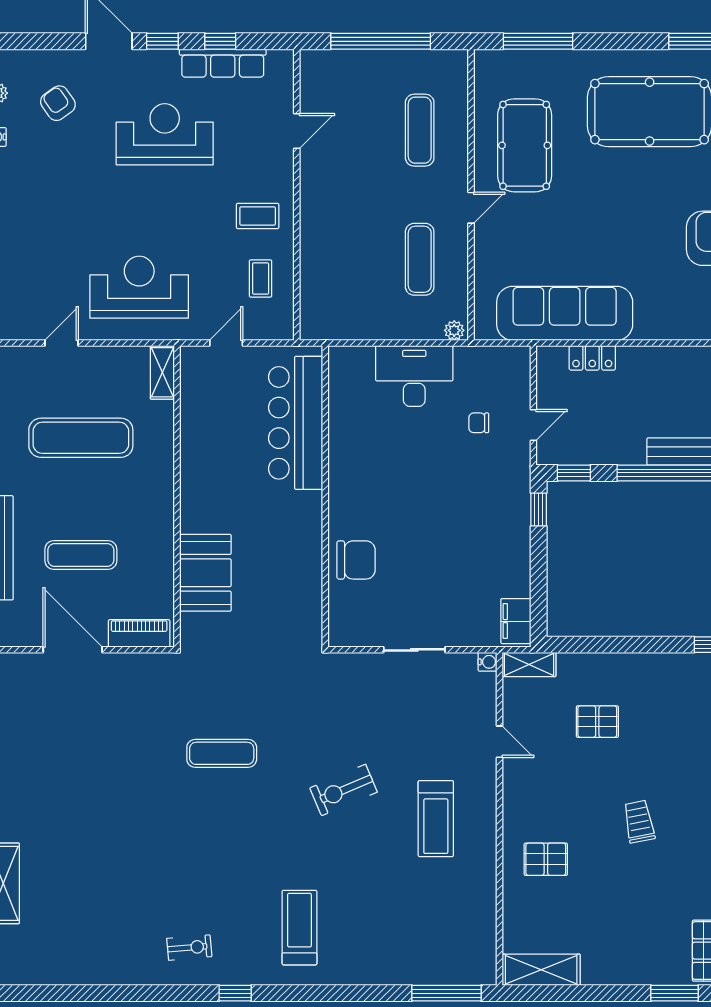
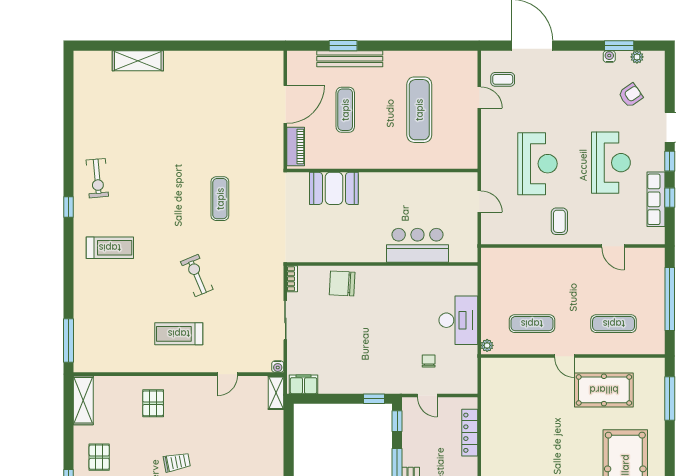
coffee table: (261, 278) -> (503, 79), moved
reception desk: (139, 287) -> (537, 164), moved
sofa: (565, 313) -> (498, 415), removed
locker: (592, 358) -> (470, 433), width x1.53
shelving: (162, 372) -> (461, 161), removed
bar counter: (296, 423) -> (417, 245), width x0.73
chair: (356, 560) -> (342, 283), turned 93
bookcase: (349, 639) -> (292, 279), added
pallet: (597, 722) -> (99, 457), moved
exercise bike: (189, 948) -> (97, 178), width x1.38, depth x1.39

